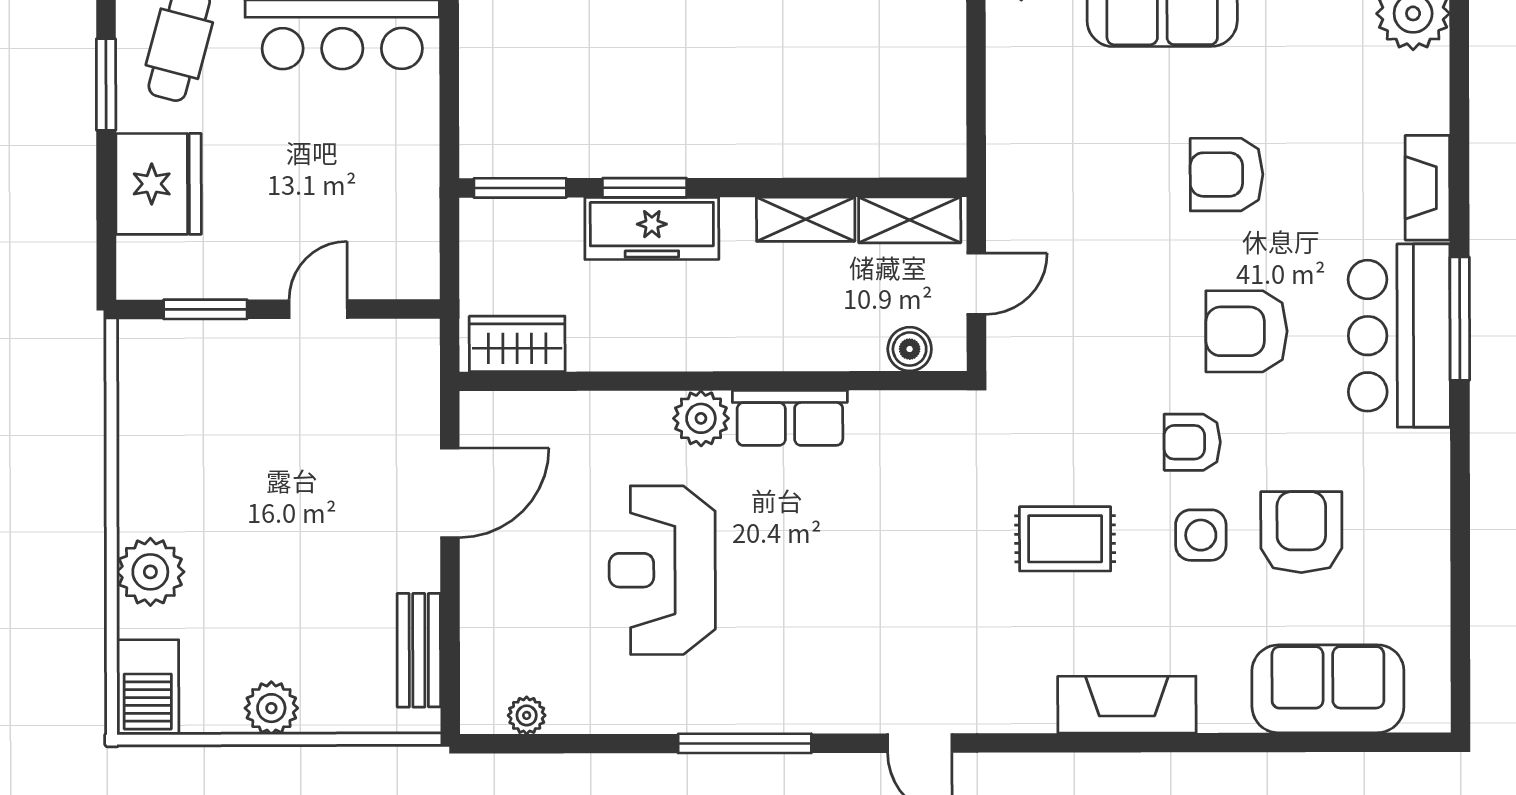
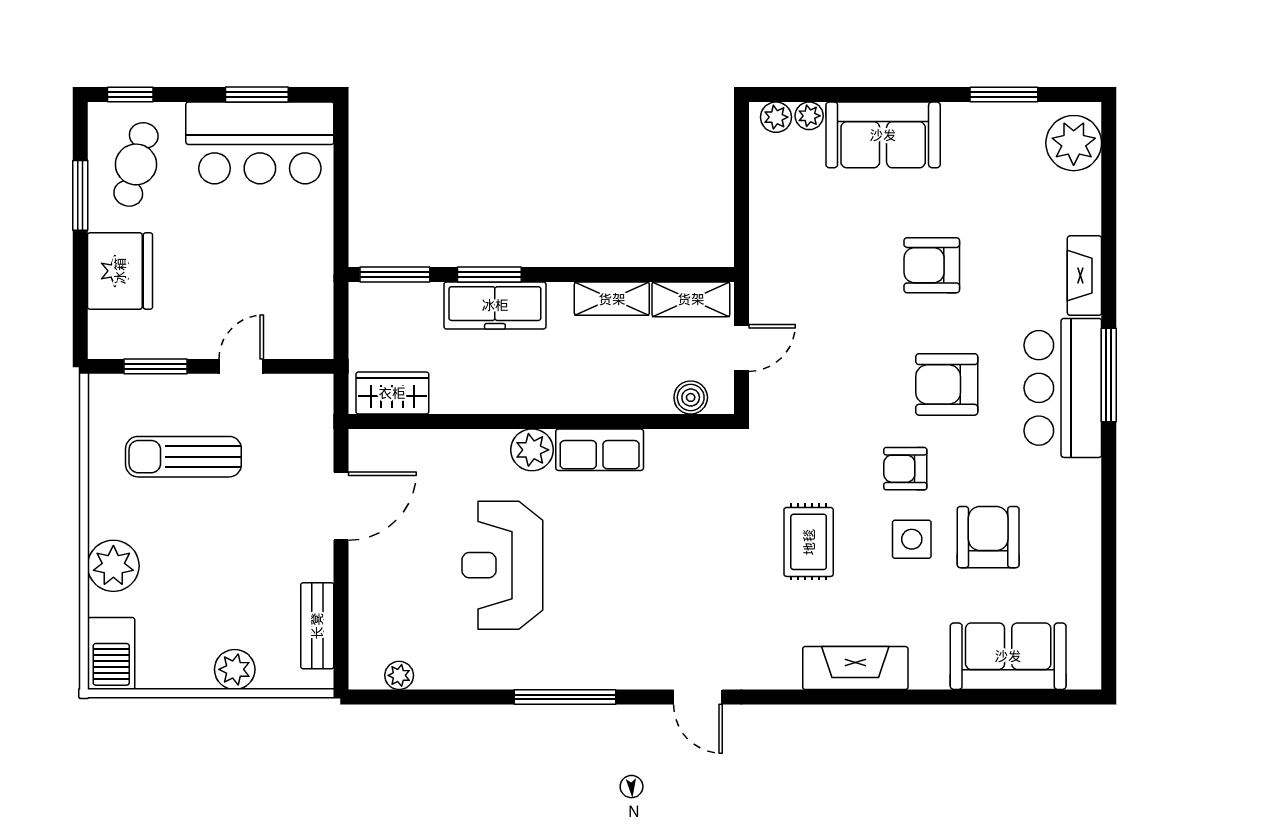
sun lounger: (242, 428) -> (183, 457), added
rug: (1065, 539) -> (809, 542), turned 90
plant: (271, 708) -> (235, 669), moved

